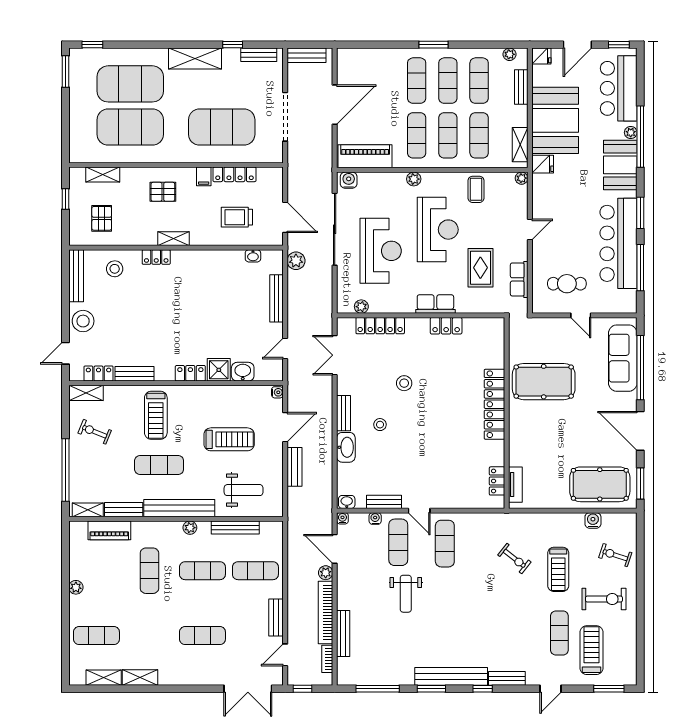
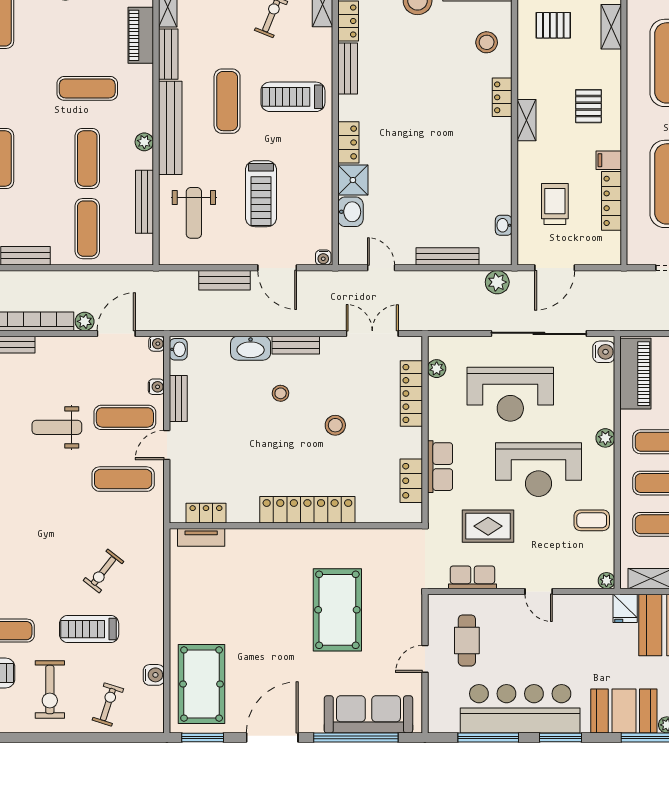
locker: (494, 404) -> (307, 510), moved
wall: (507, 413) -> (296, 526), moved
locker: (497, 481) -> (206, 513), moved
tv unit: (515, 485) -> (201, 537), moved

